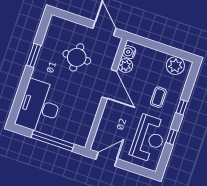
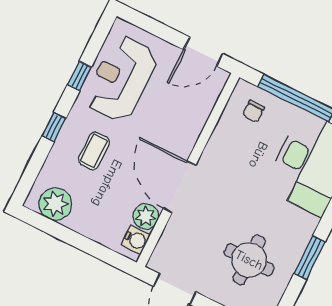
round table: (77, 57) -> (249, 260), moved
chair: (75, 130) -> (253, 111), added

